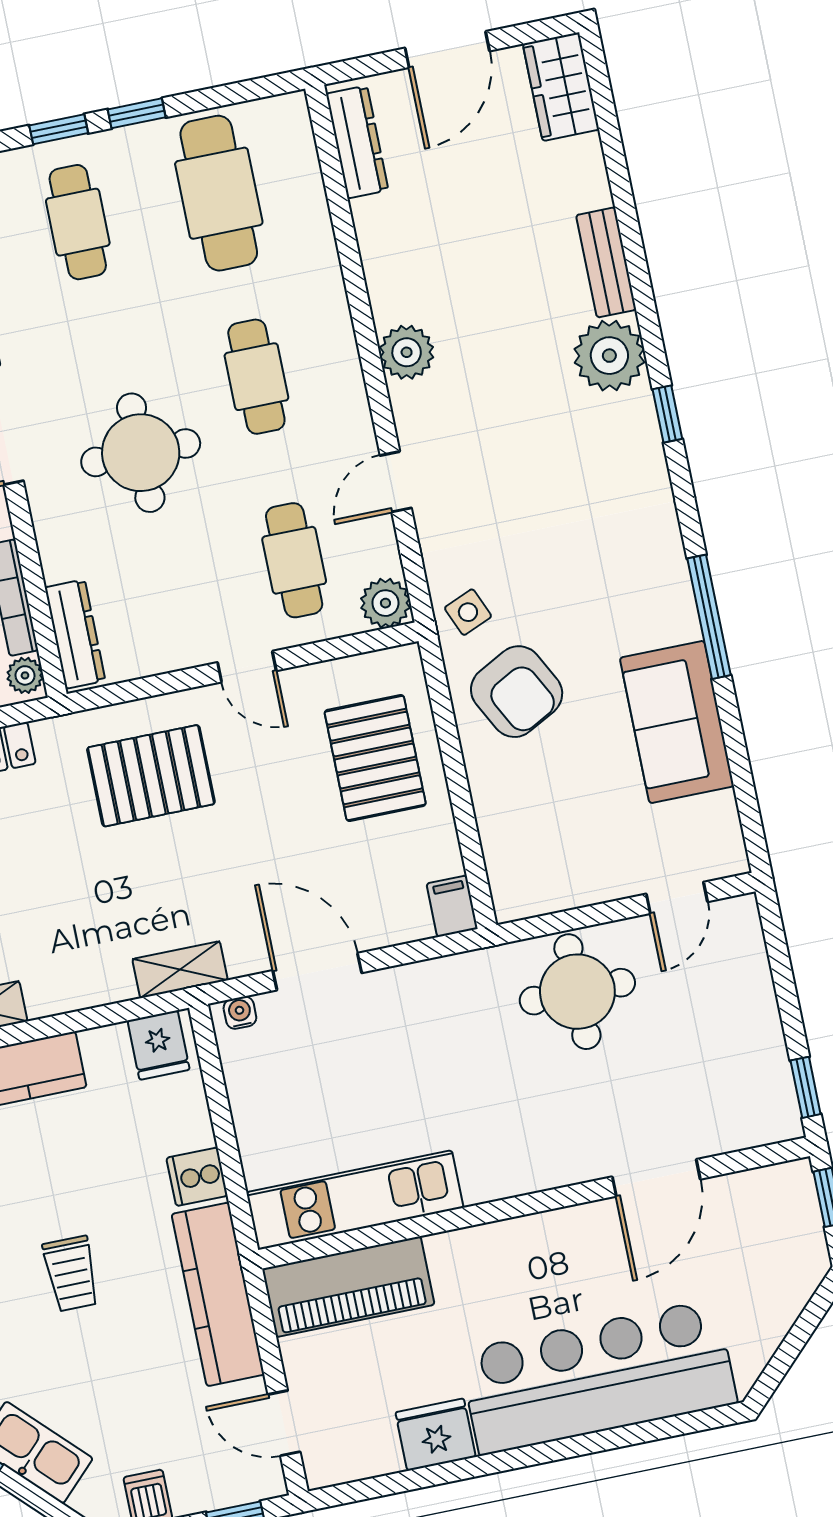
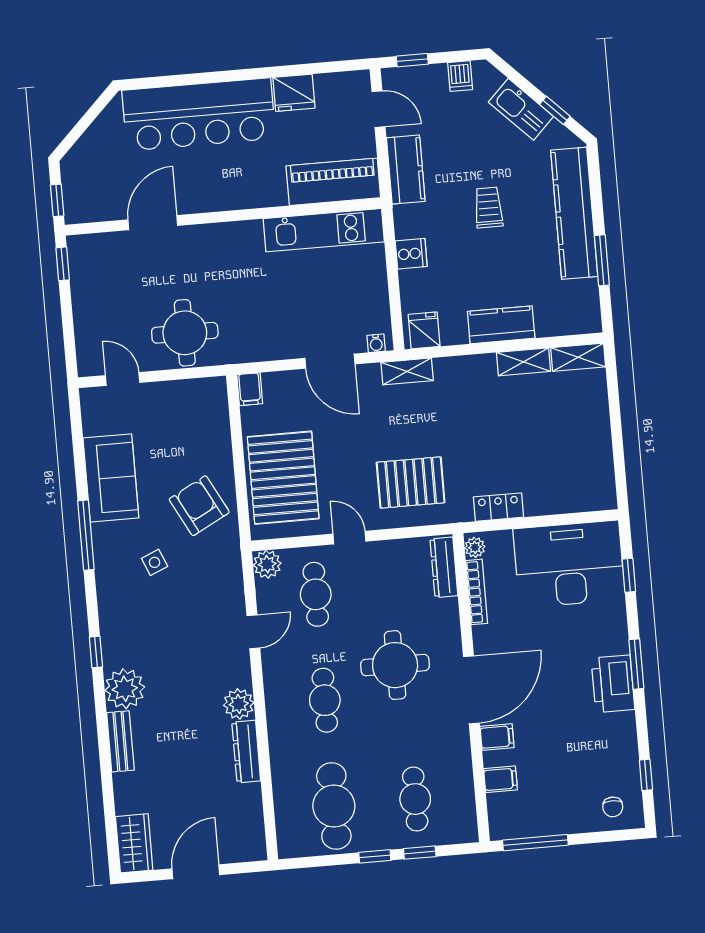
dresser: (357, 142) -> (246, 752), moved
side table: (468, 612) -> (155, 562), moved
pallet: (375, 758) -> (283, 478), width x1.37, depth x1.41
door: (677, 898) -> (123, 379), hinge flipped
kitchen counter: (218, 1294) -> (406, 170), width x0.67

